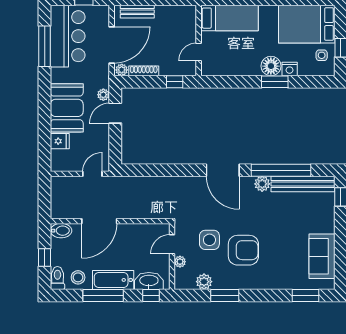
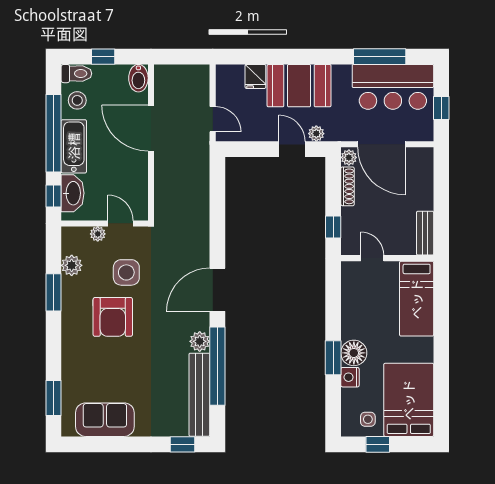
bench: (137, 12) -> (425, 233), moved
window: (103, 295) -> (53, 133), width x1.46

